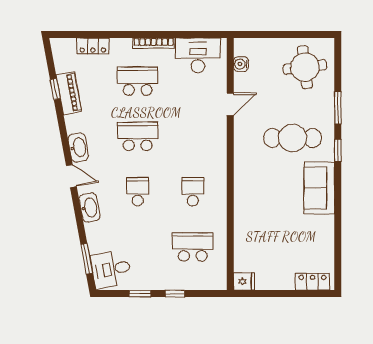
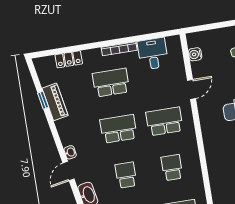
desk: (198, 55) -> (153, 54), width x0.73
school desk: (193, 136) -> (165, 121), added
washbasin: (78, 147) -> (70, 152), width x0.52, depth x0.69
door: (71, 176) -> (68, 171), swing flipped

